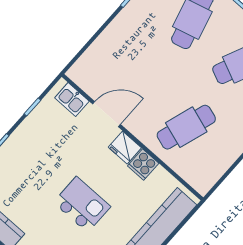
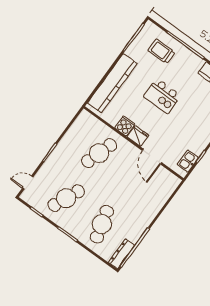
kitchen sink: (72, 100) -> (188, 161), moved, turned -90
door: (107, 114) -> (152, 157), hinge flipped

